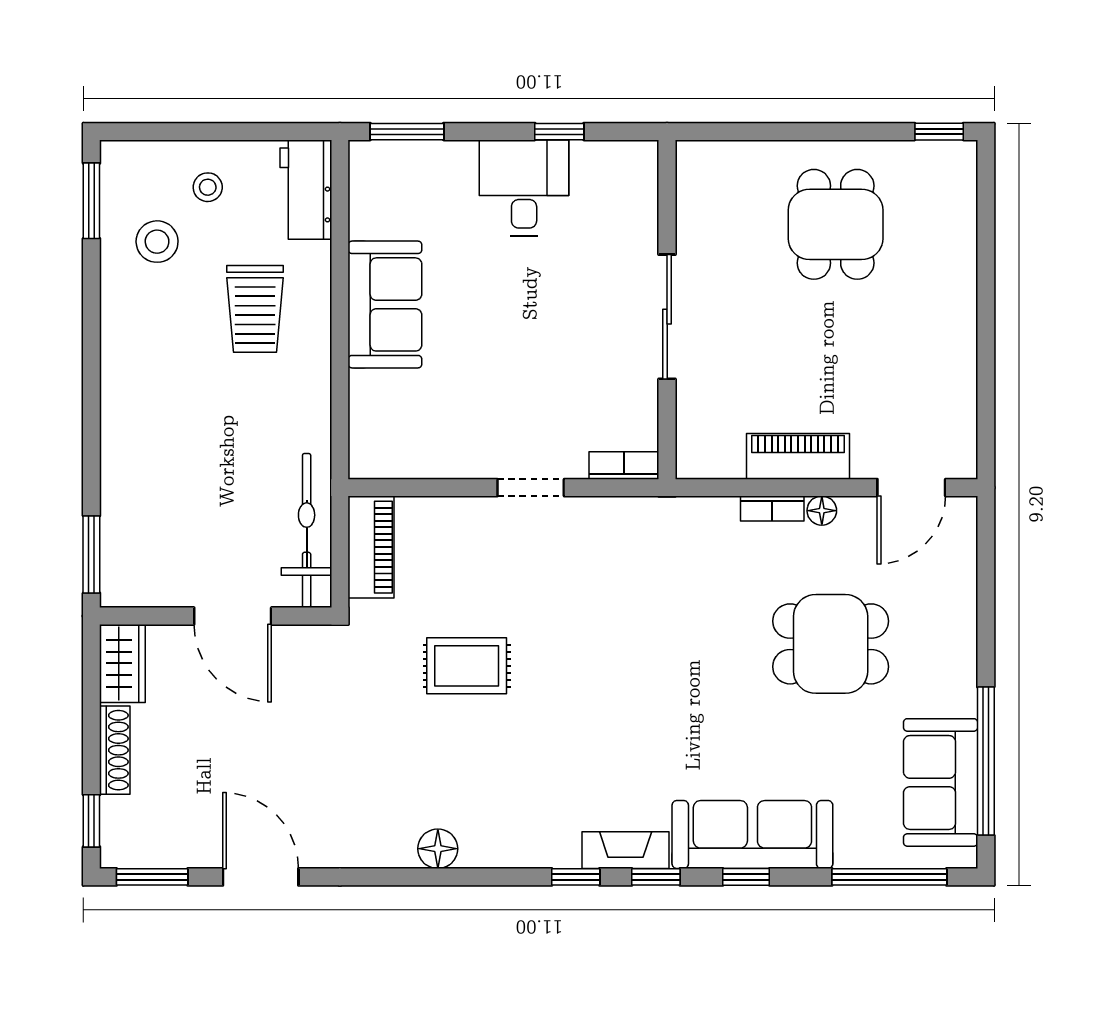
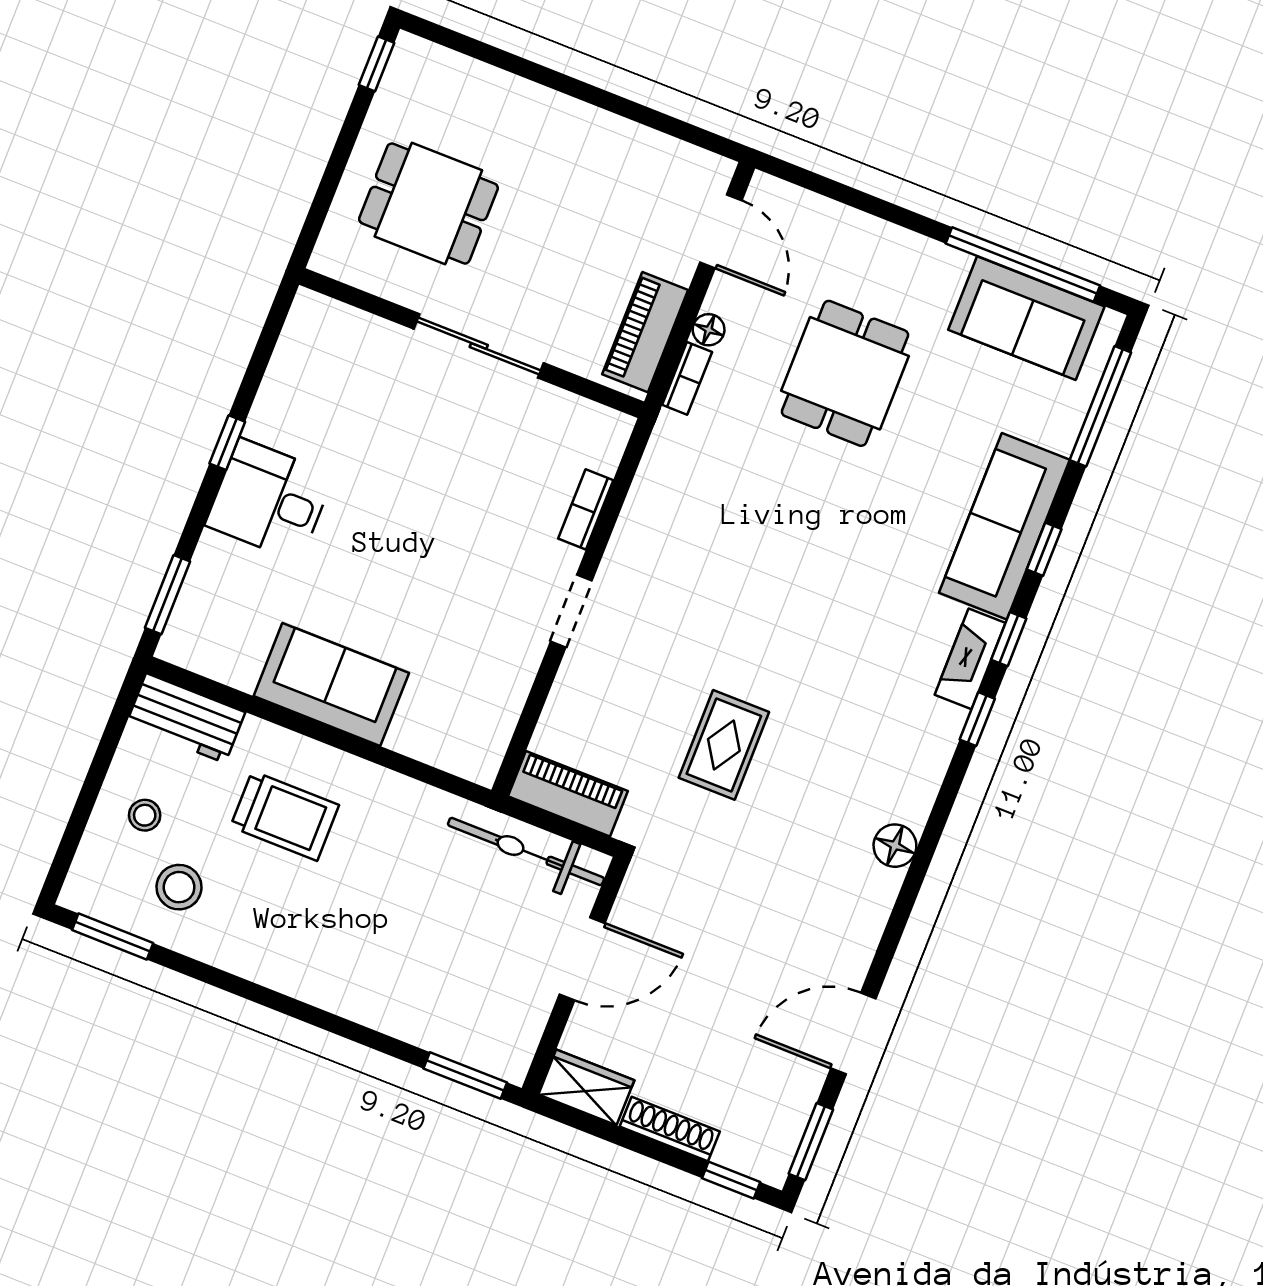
wall: (667, 310) -> (472, 343), moved
sliding door: (667, 317) -> (479, 346), moved

